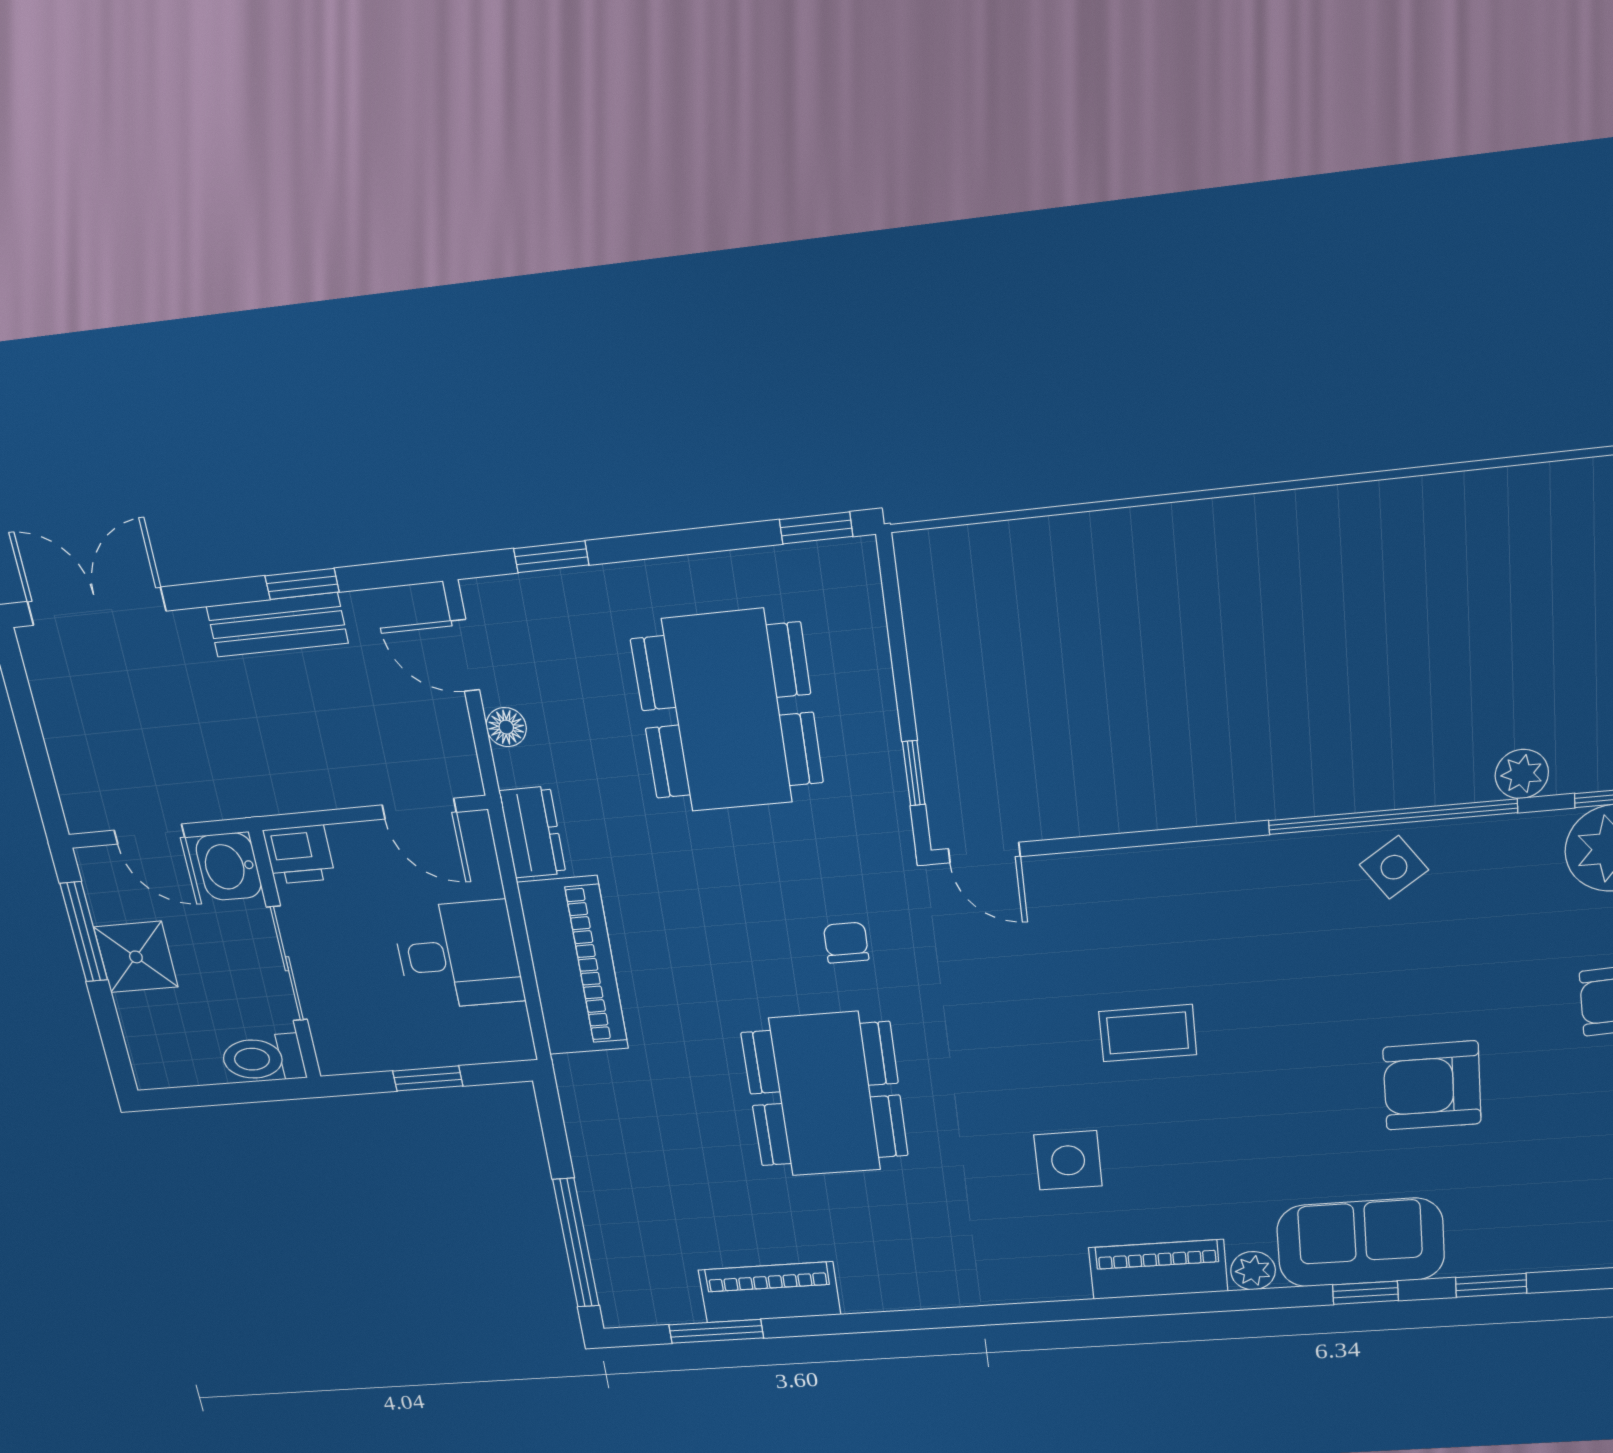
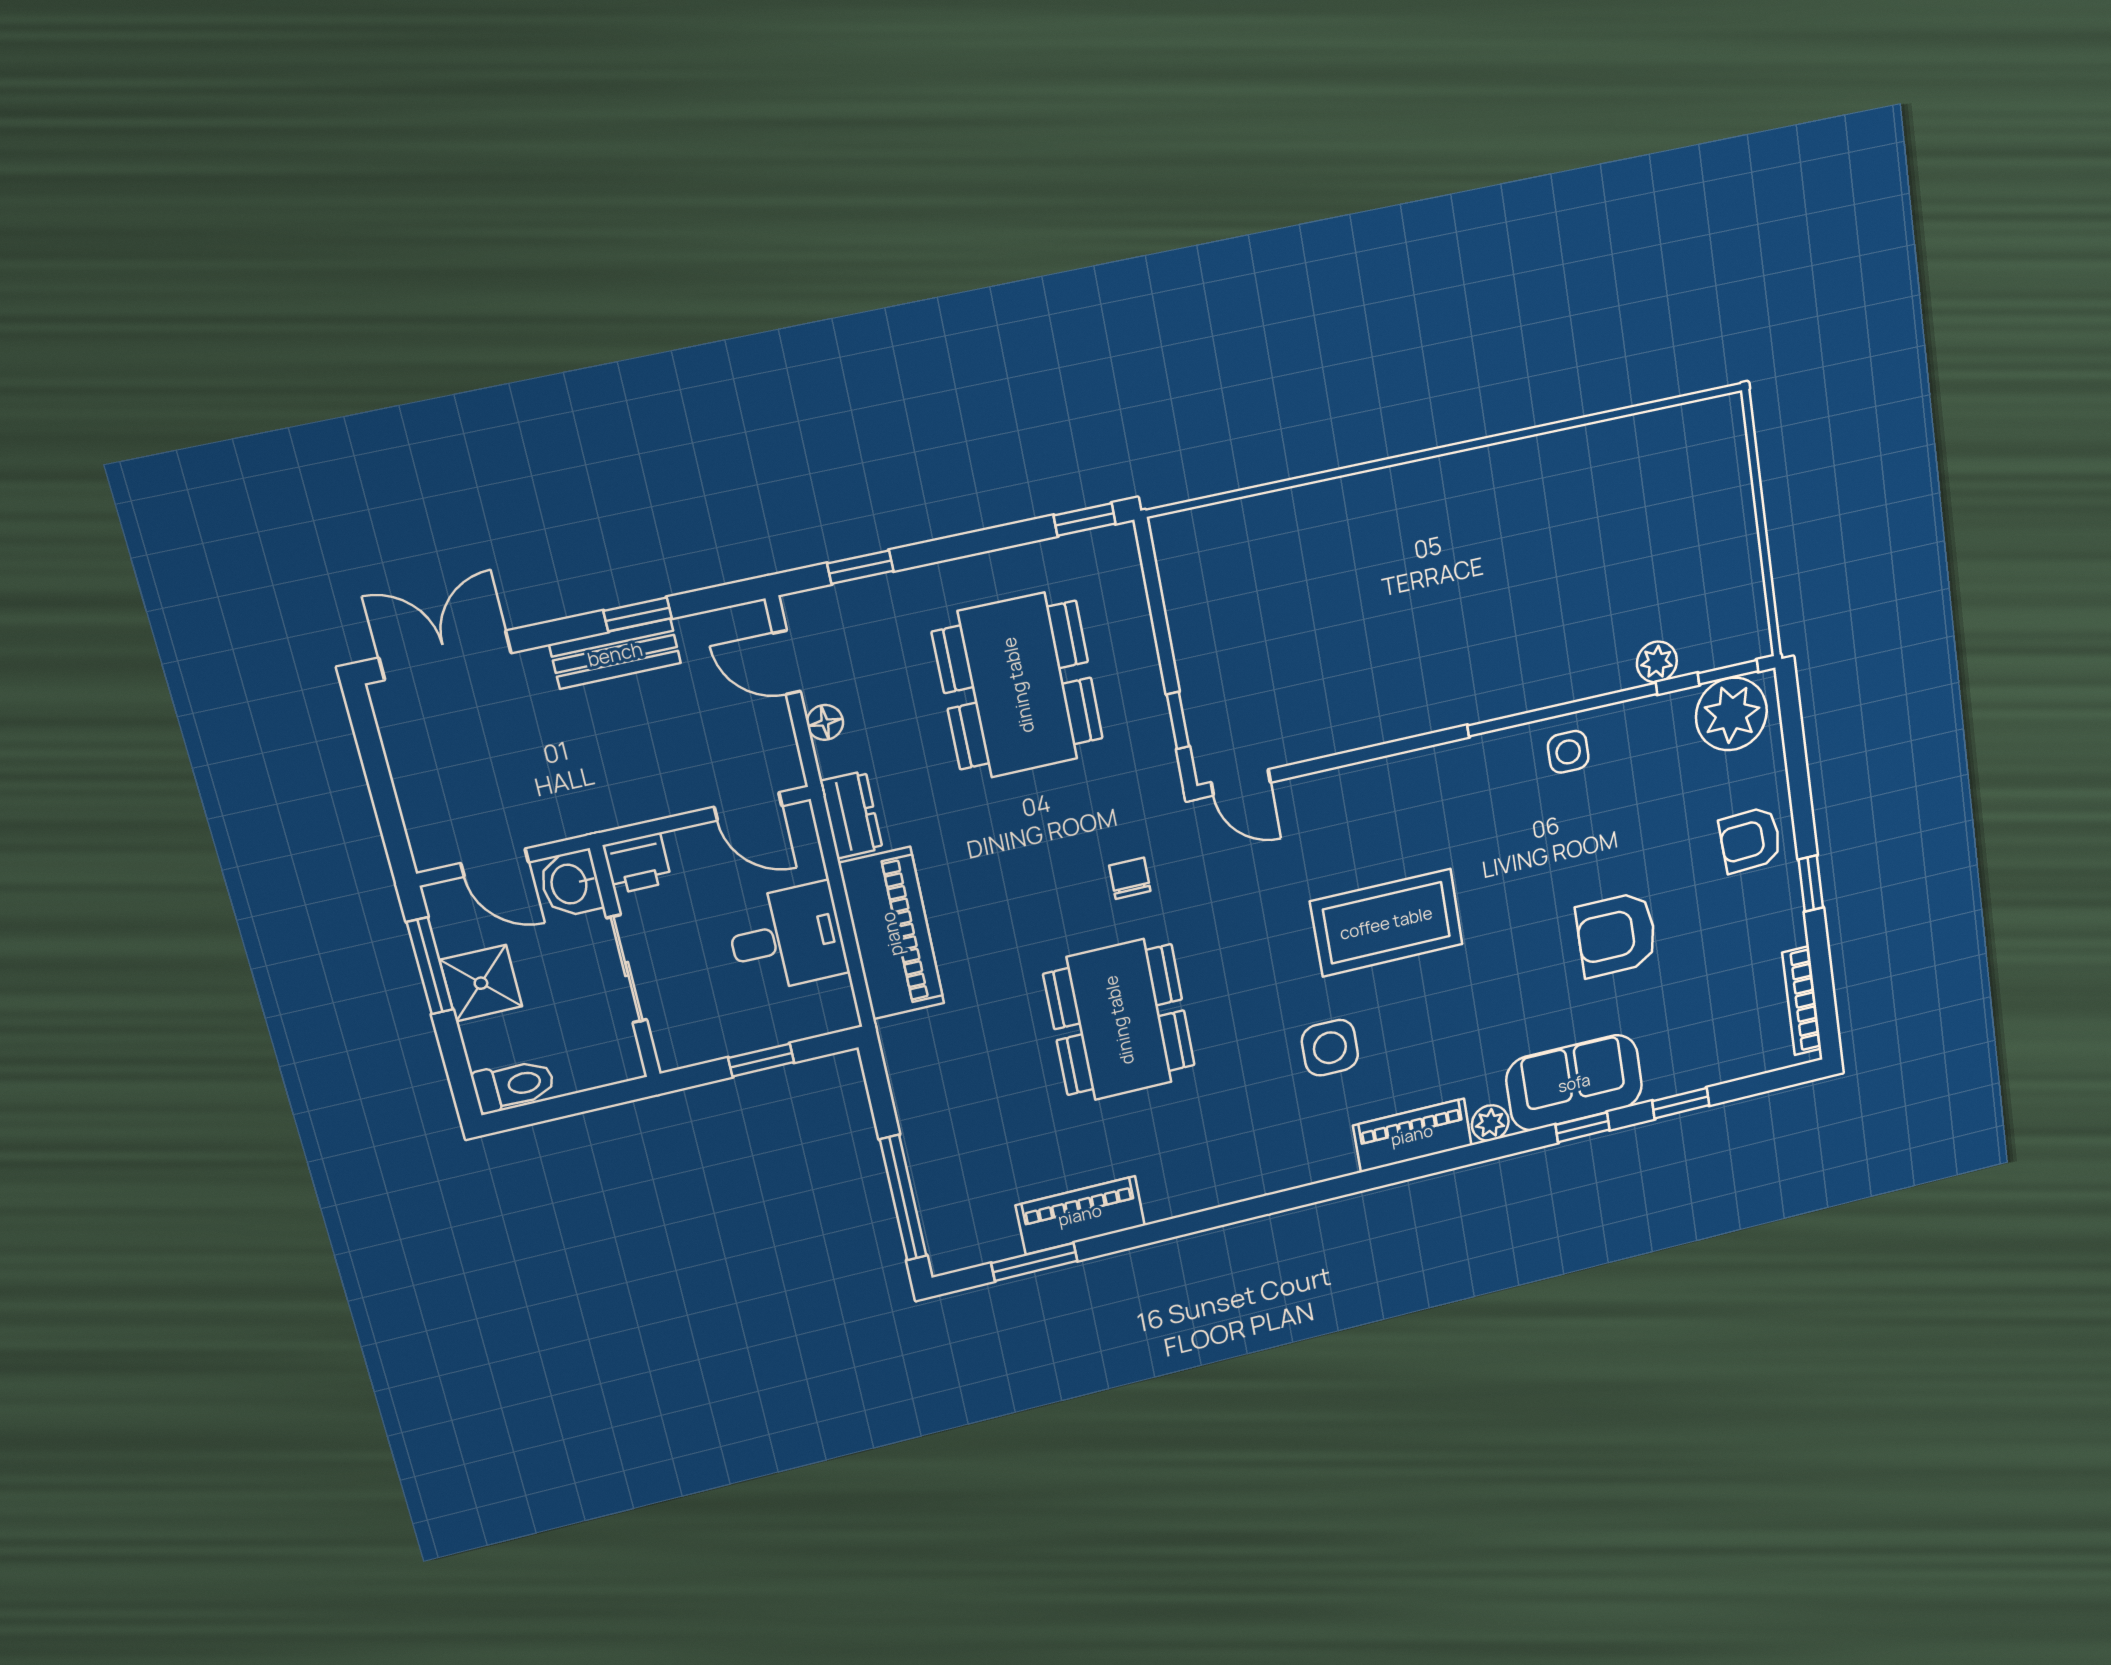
side table: (1394, 867) -> (1568, 752), turned 35
coffee table: (1148, 1033) -> (1386, 923), width x1.86, depth x1.72
toilet: (263, 1058) -> (514, 1085), moved, turned 180

